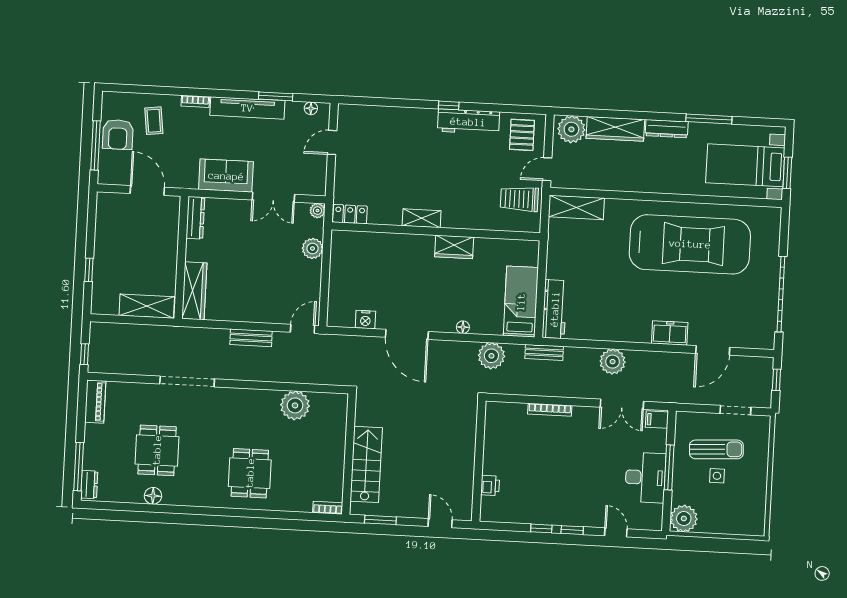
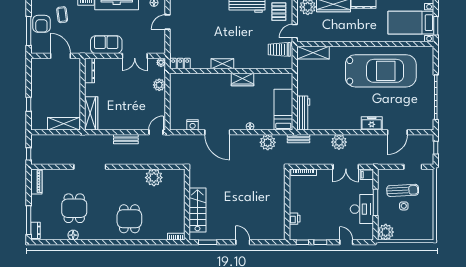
wall: (479, 461) -> (287, 204), moved
printer: (490, 485) -> (295, 219), moved

